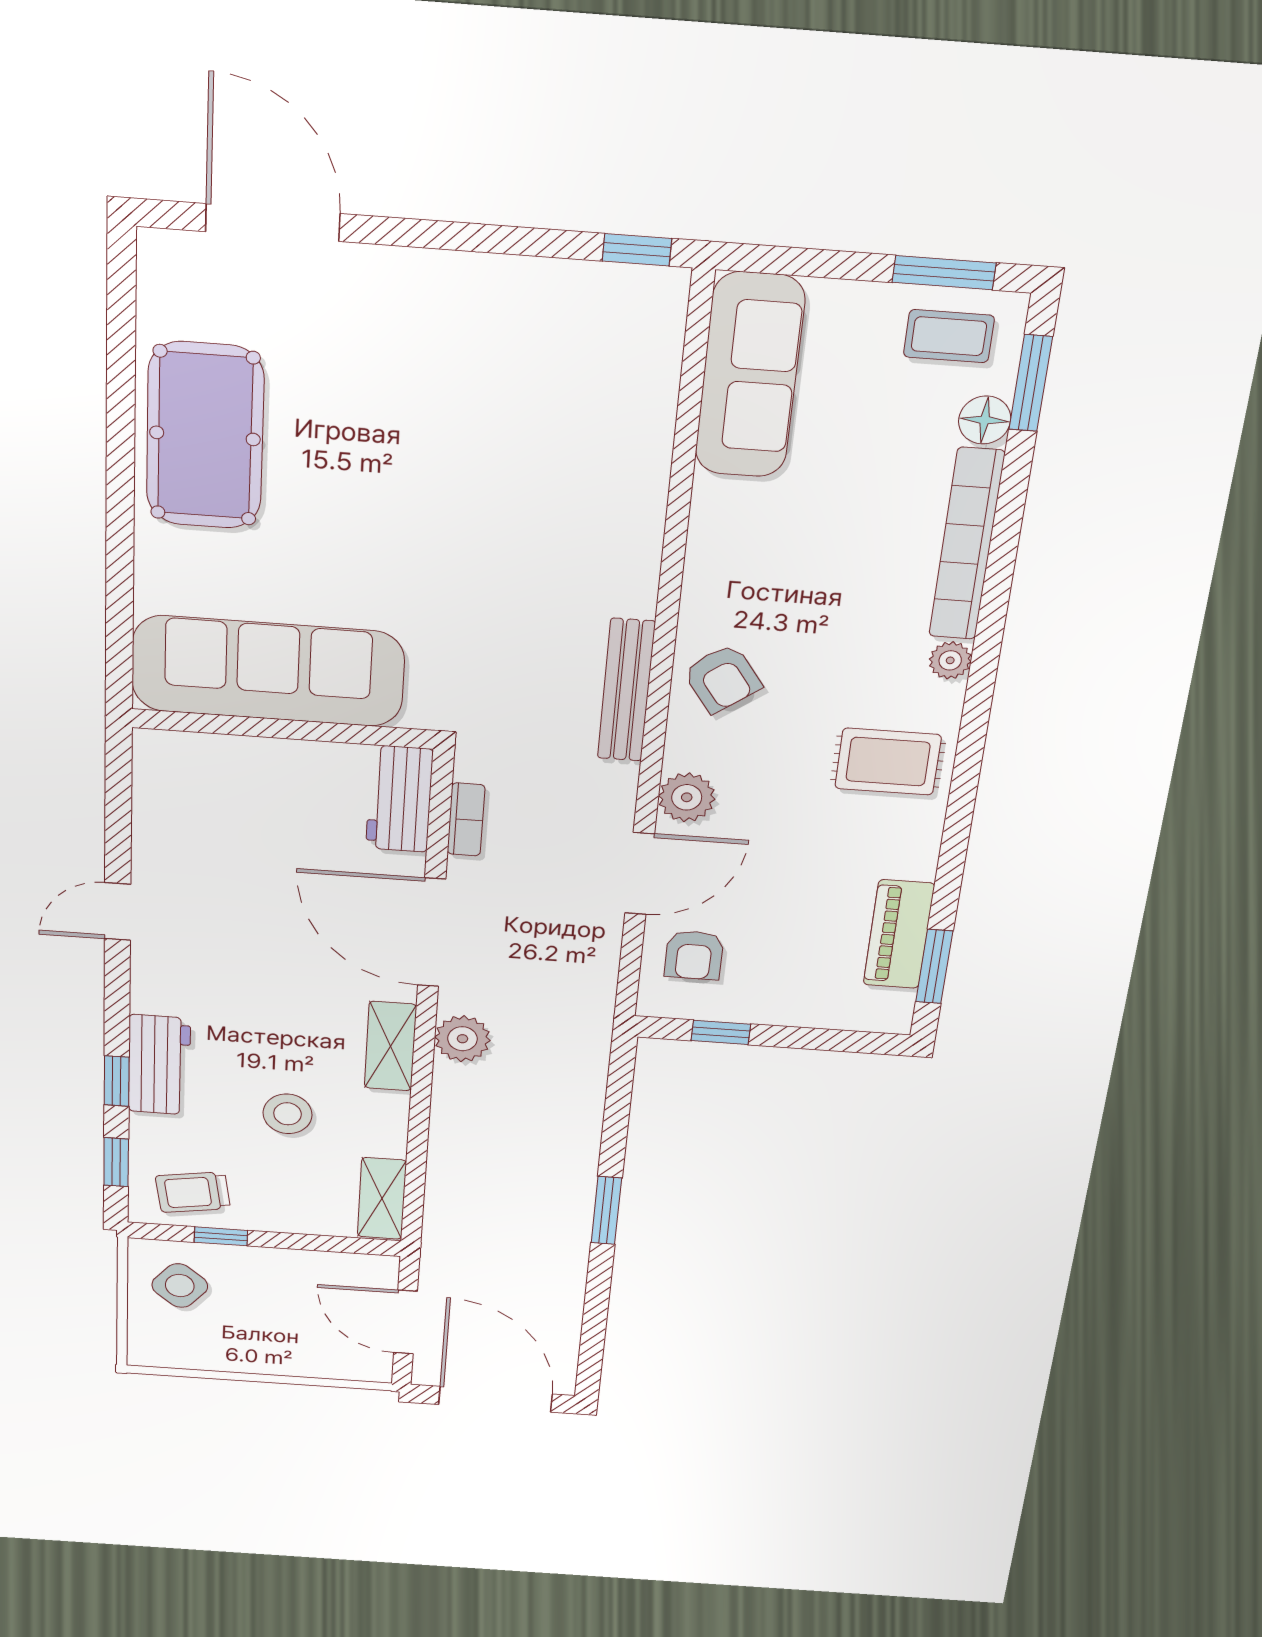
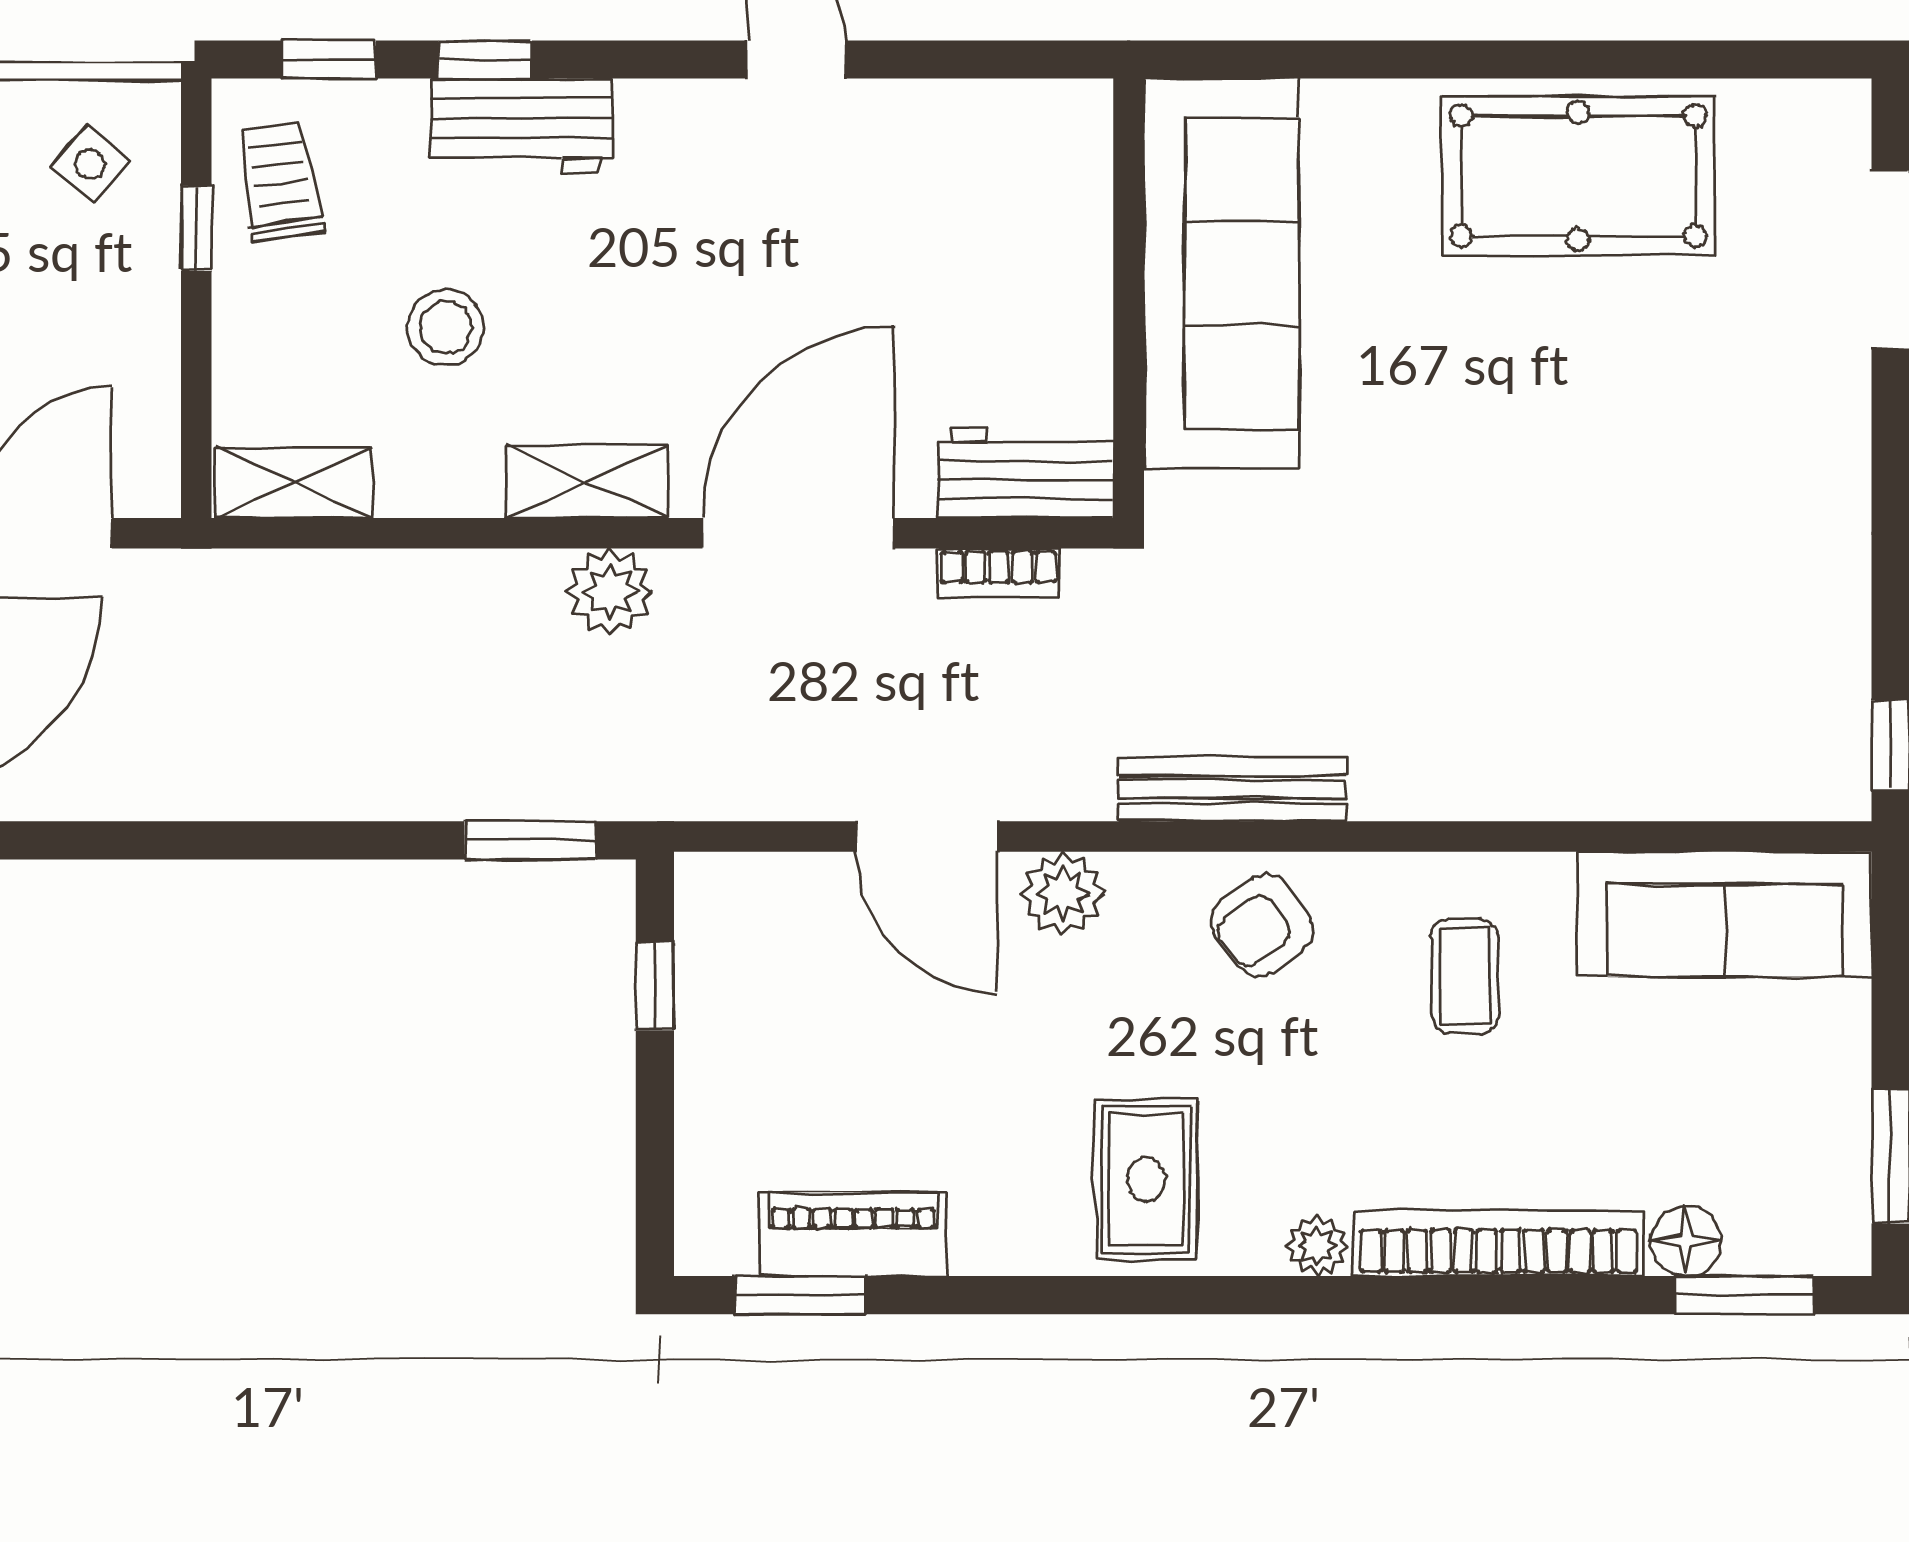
coffee table: (949, 336) -> (1465, 976), moved
armchair: (694, 955) -> (791, 931), removed
window: (606, 1210) -> (530, 840), moved
side table: (180, 1286) -> (90, 164), width x0.73, depth x0.73

